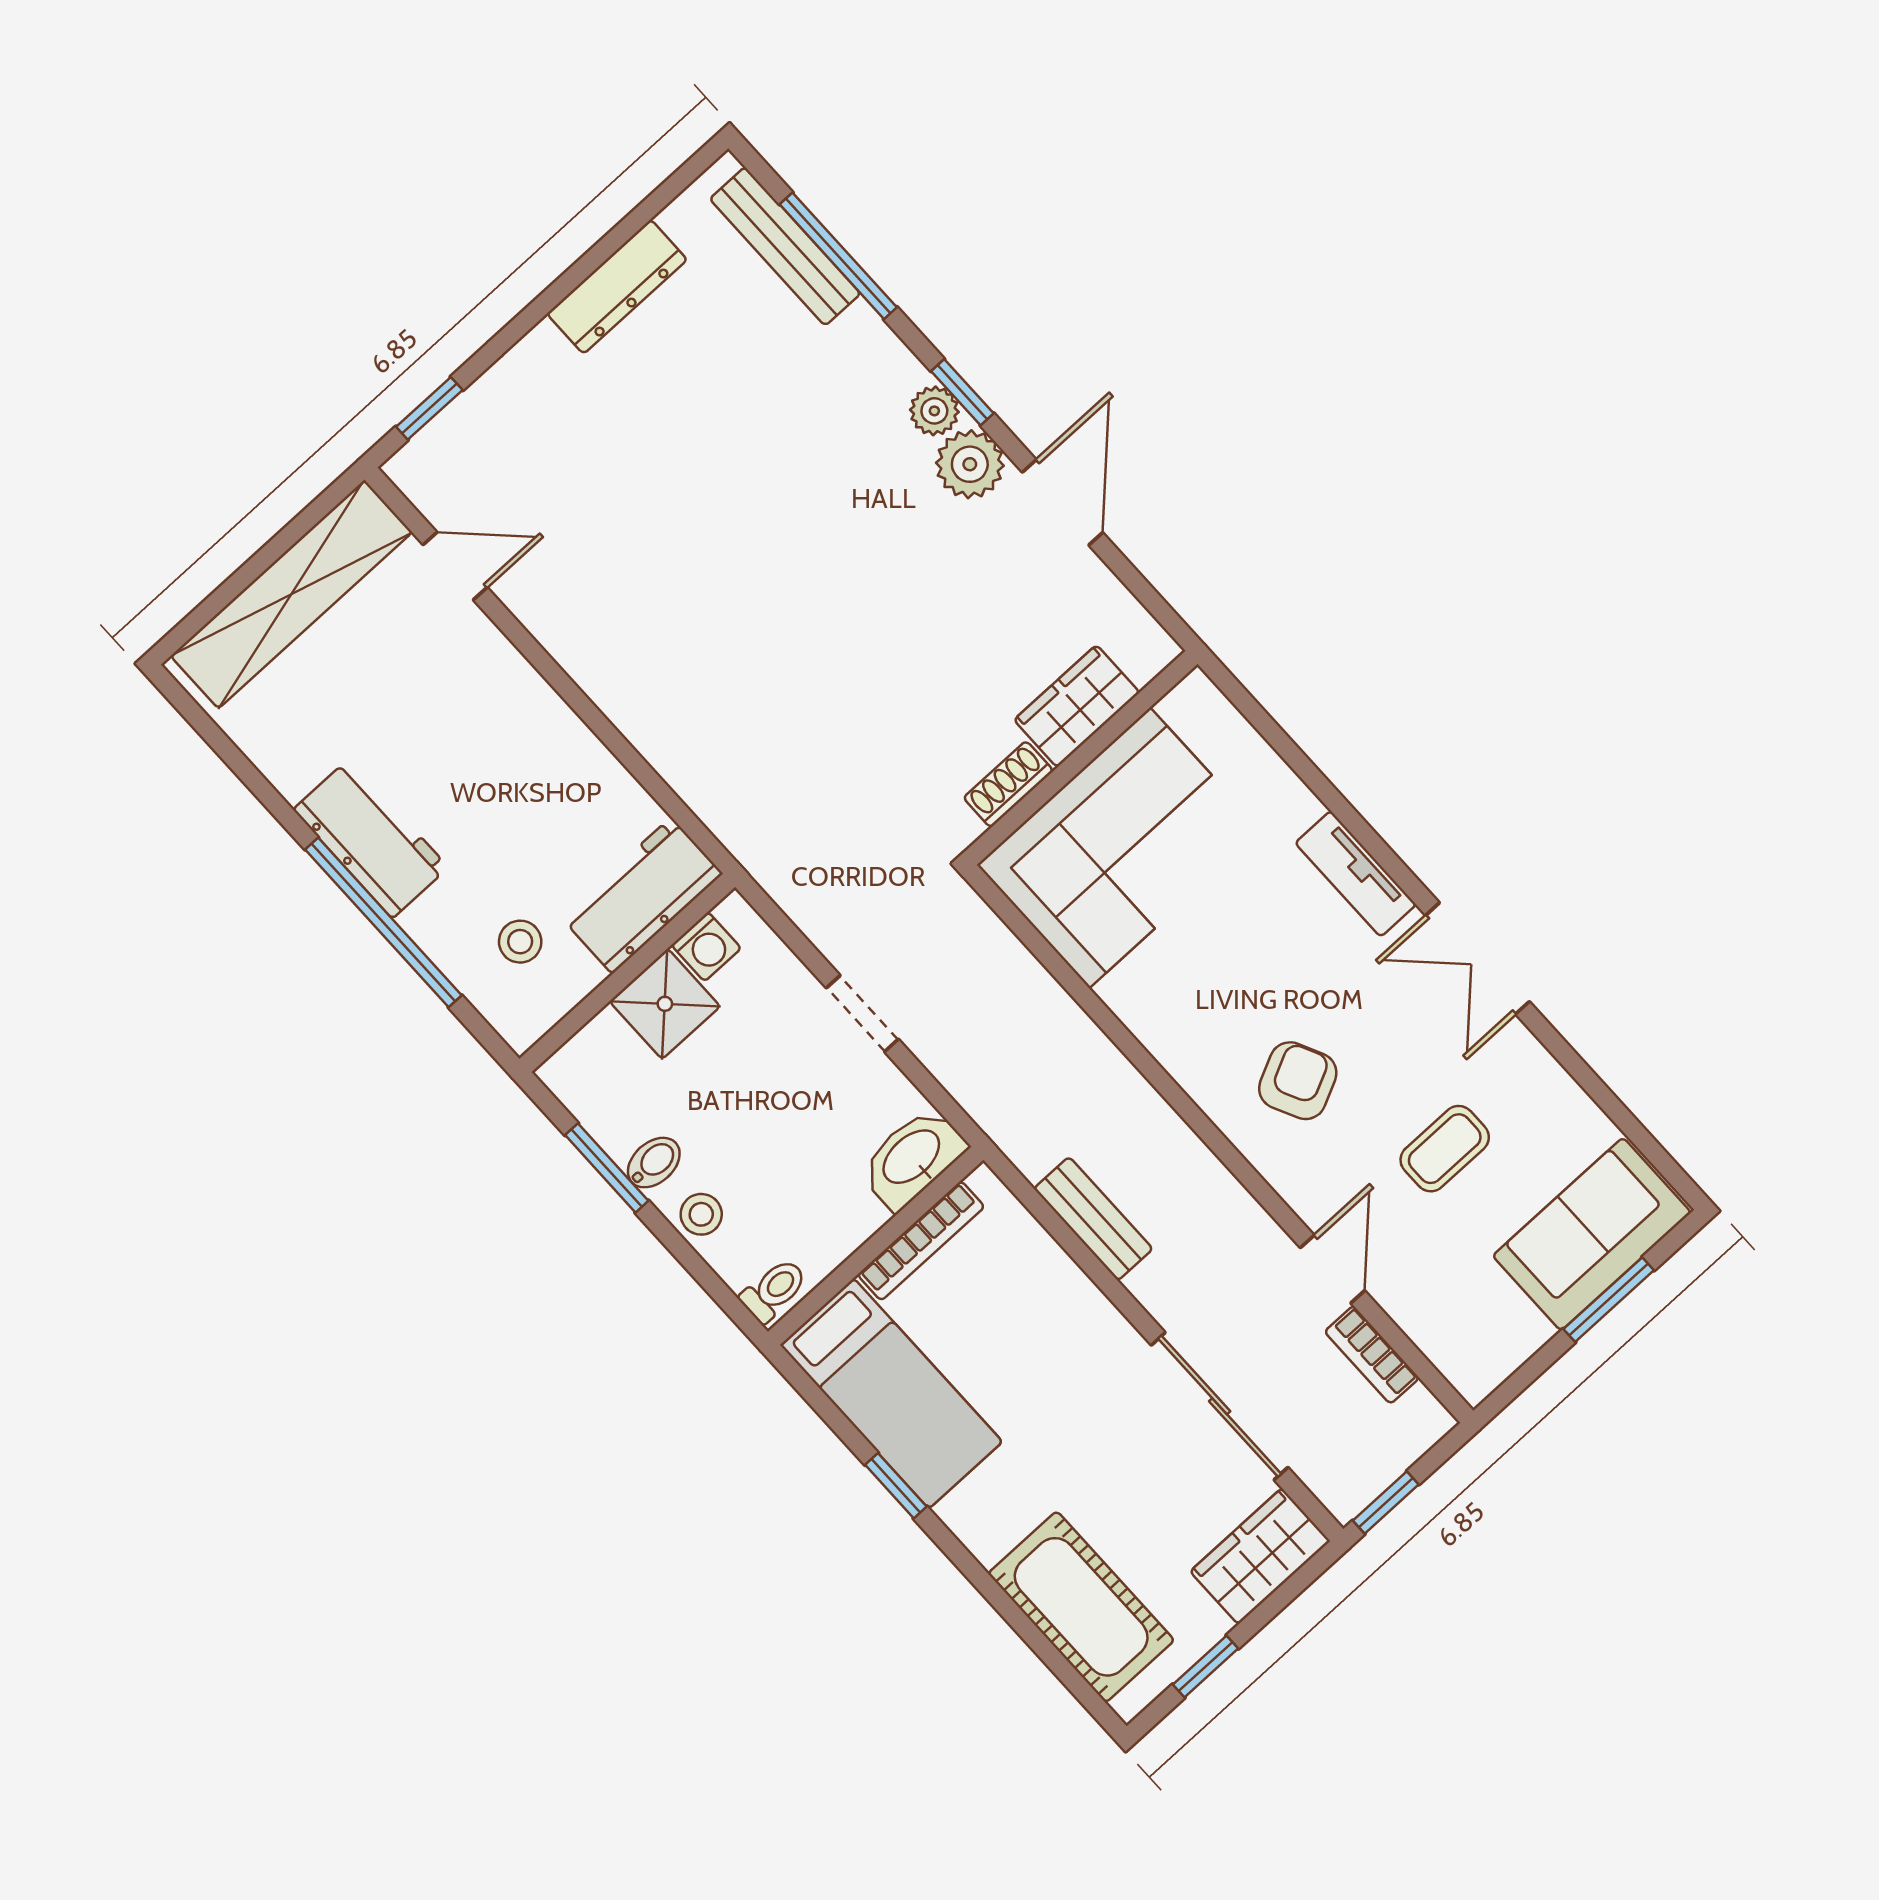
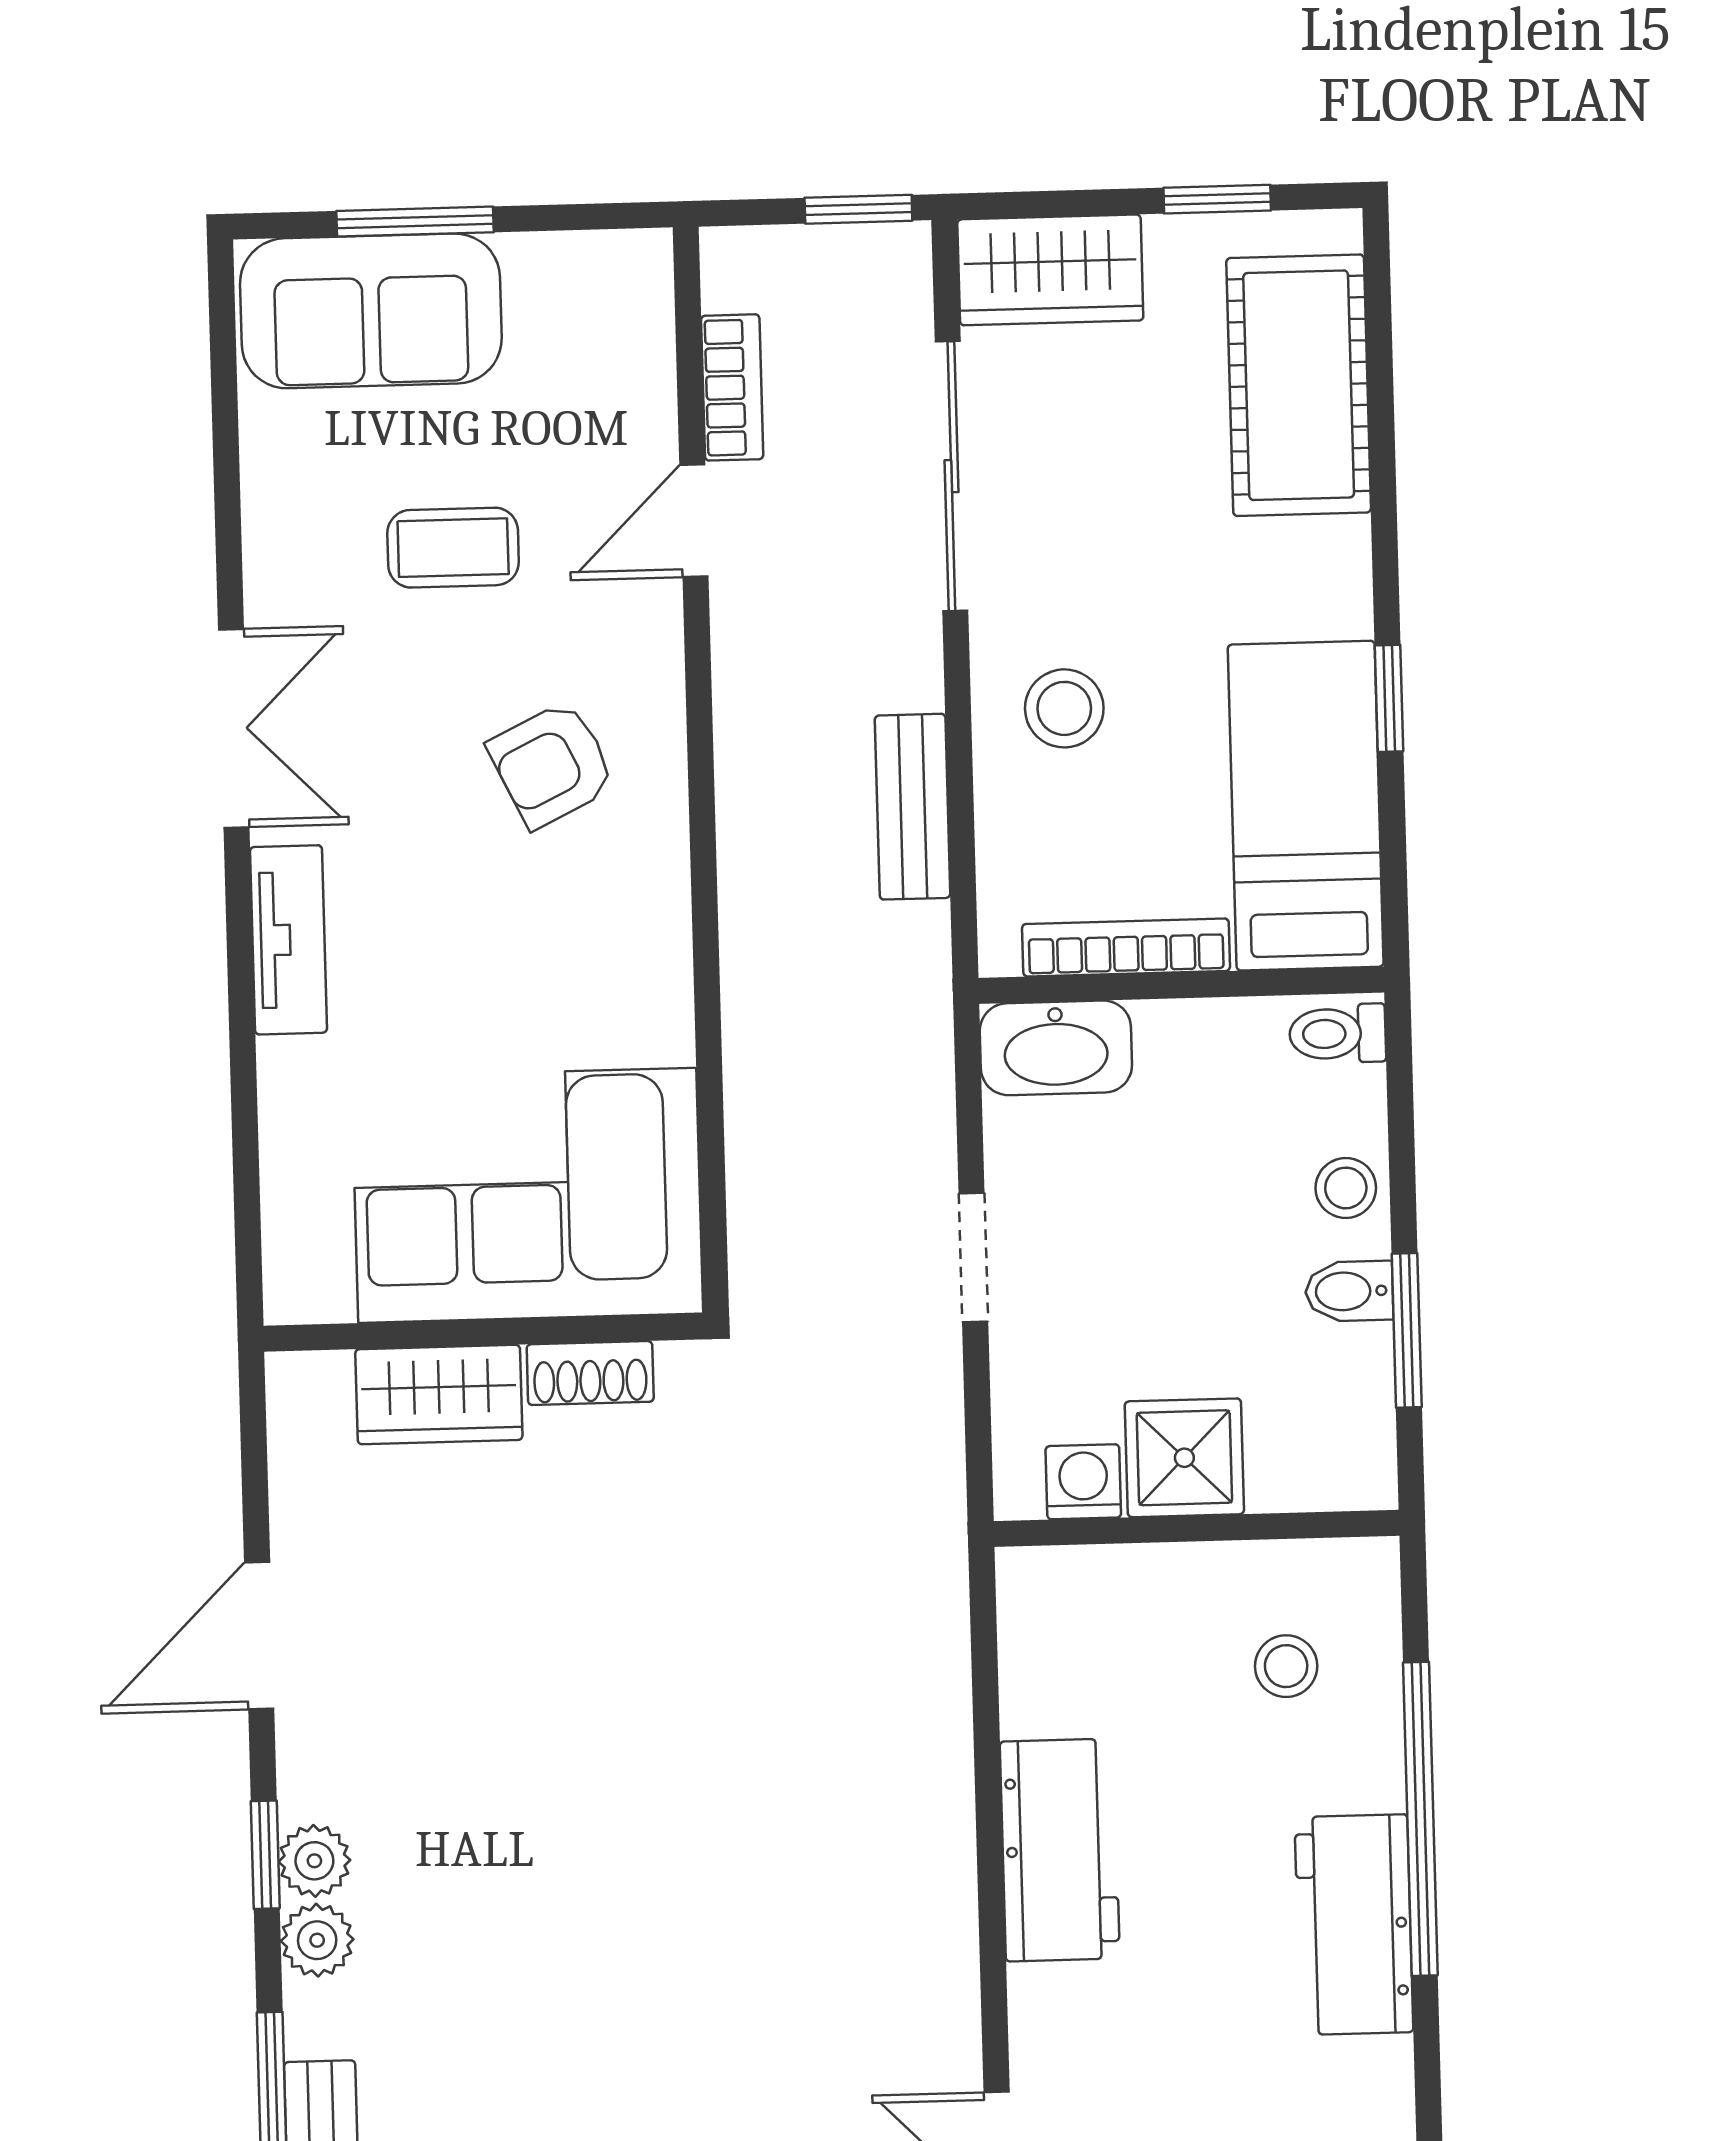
plant: (970, 464) -> (317, 1940), moved, width x0.73, depth x0.73
workbench: (642, 895) -> (1060, 1850), moved, turned -90
stool: (1059, 1337) -> (1064, 708), added

